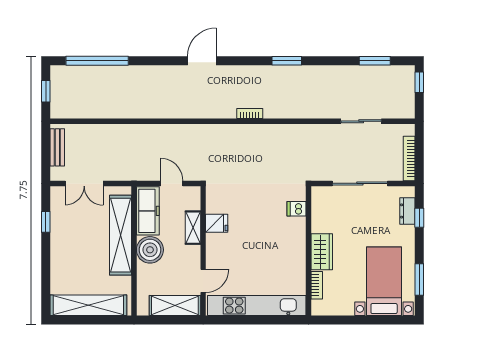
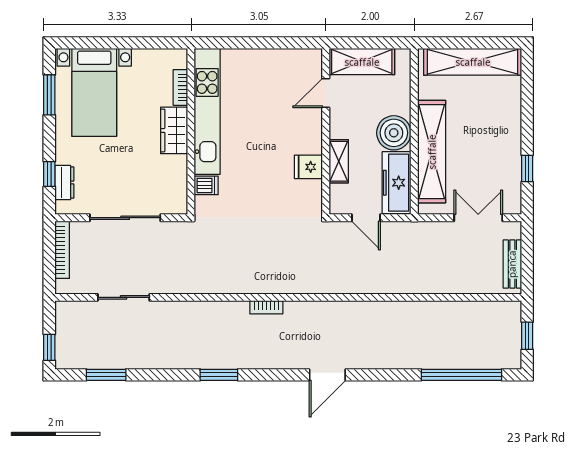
kitchen unit: (257, 306) -> (207, 111), moved, turned -90

